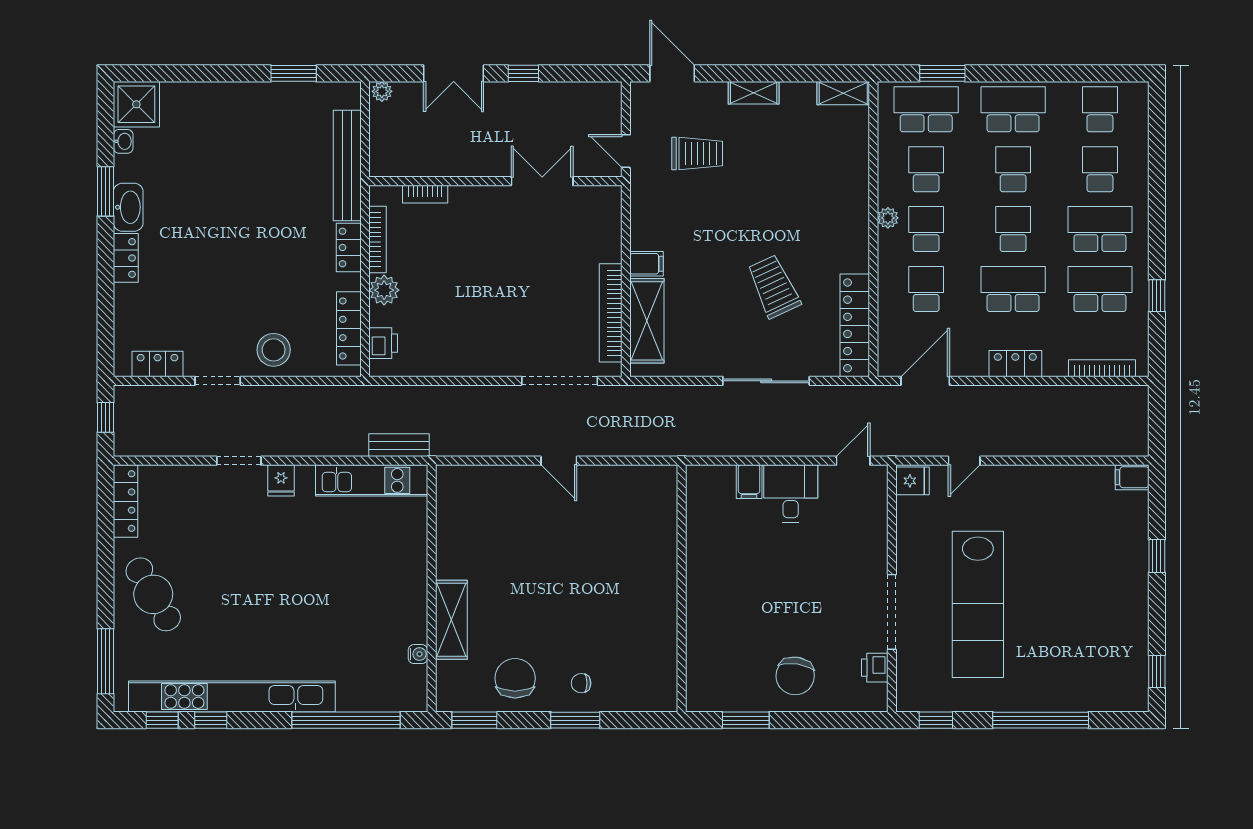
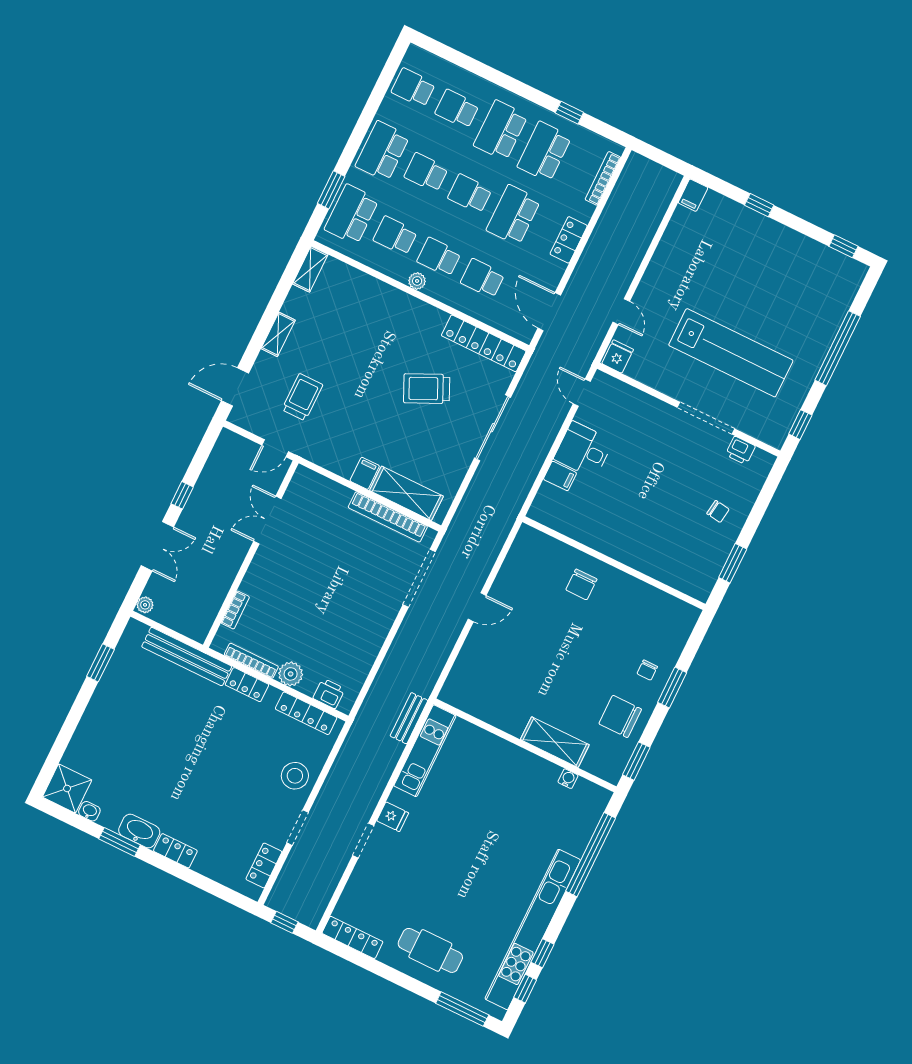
chair: (640, 564) -> (581, 584), added
cafe table: (153, 594) -> (430, 950), turned 30
chair: (795, 676) -> (718, 511), width x0.54, depth x0.54

